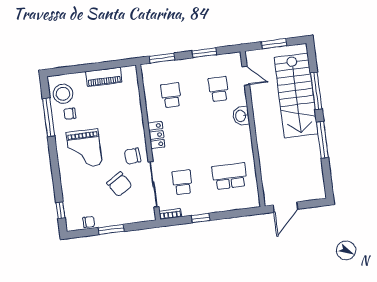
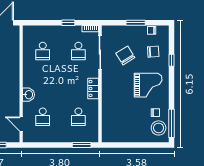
window: (204, 53) -> (50, 145), removed
piano: (104, 77) -> (127, 137), removed
window: (49, 117) -> (171, 123), moved
grand piano: (84, 149) -> (148, 85), turned 90
chair: (133, 156) -> (153, 52), moved
school desk: (230, 176) -> (43, 51), width x0.54
window: (60, 210) -> (171, 60), moved

